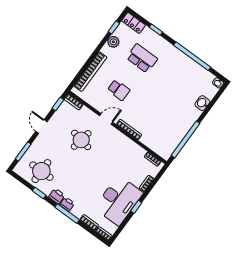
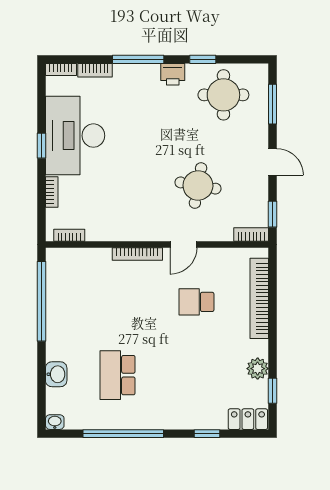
school desk: (142, 58) -> (118, 375), moved, turned 90
printer: (67, 204) -> (148, 73), removed

